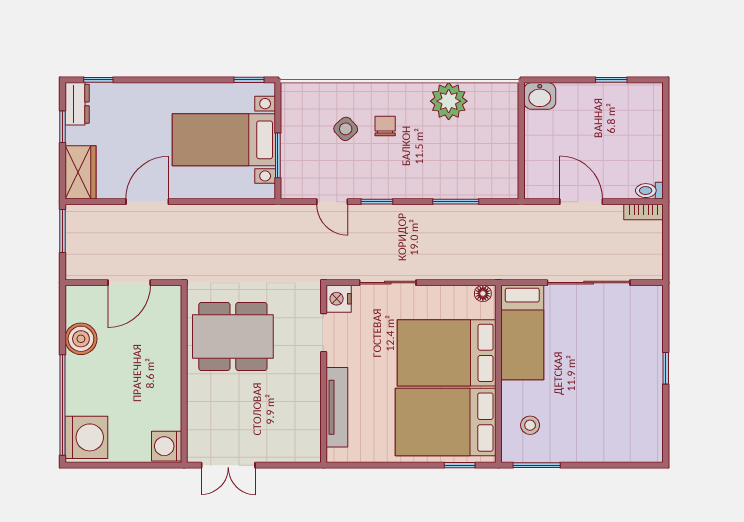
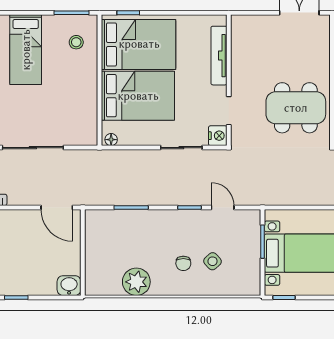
door: (581, 202) -> (57, 208), moved
bed: (522, 332) -> (26, 50), moved, turned 180

